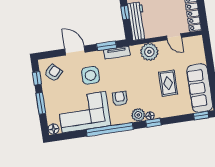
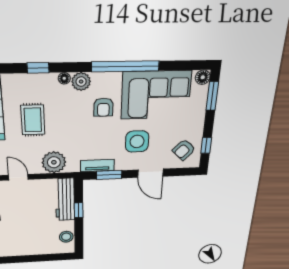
window: (41, 103) -> (212, 96), moved
window: (153, 123) -> (38, 68), moved

